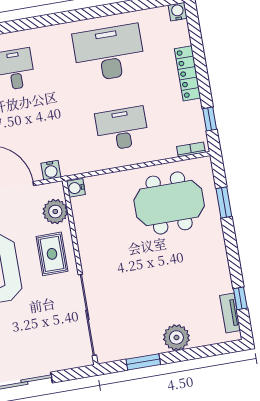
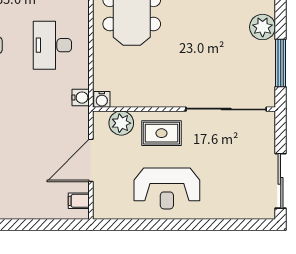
water cooler: (51, 170) -> (81, 98), moved
window: (143, 362) -> (281, 63), width x1.44

